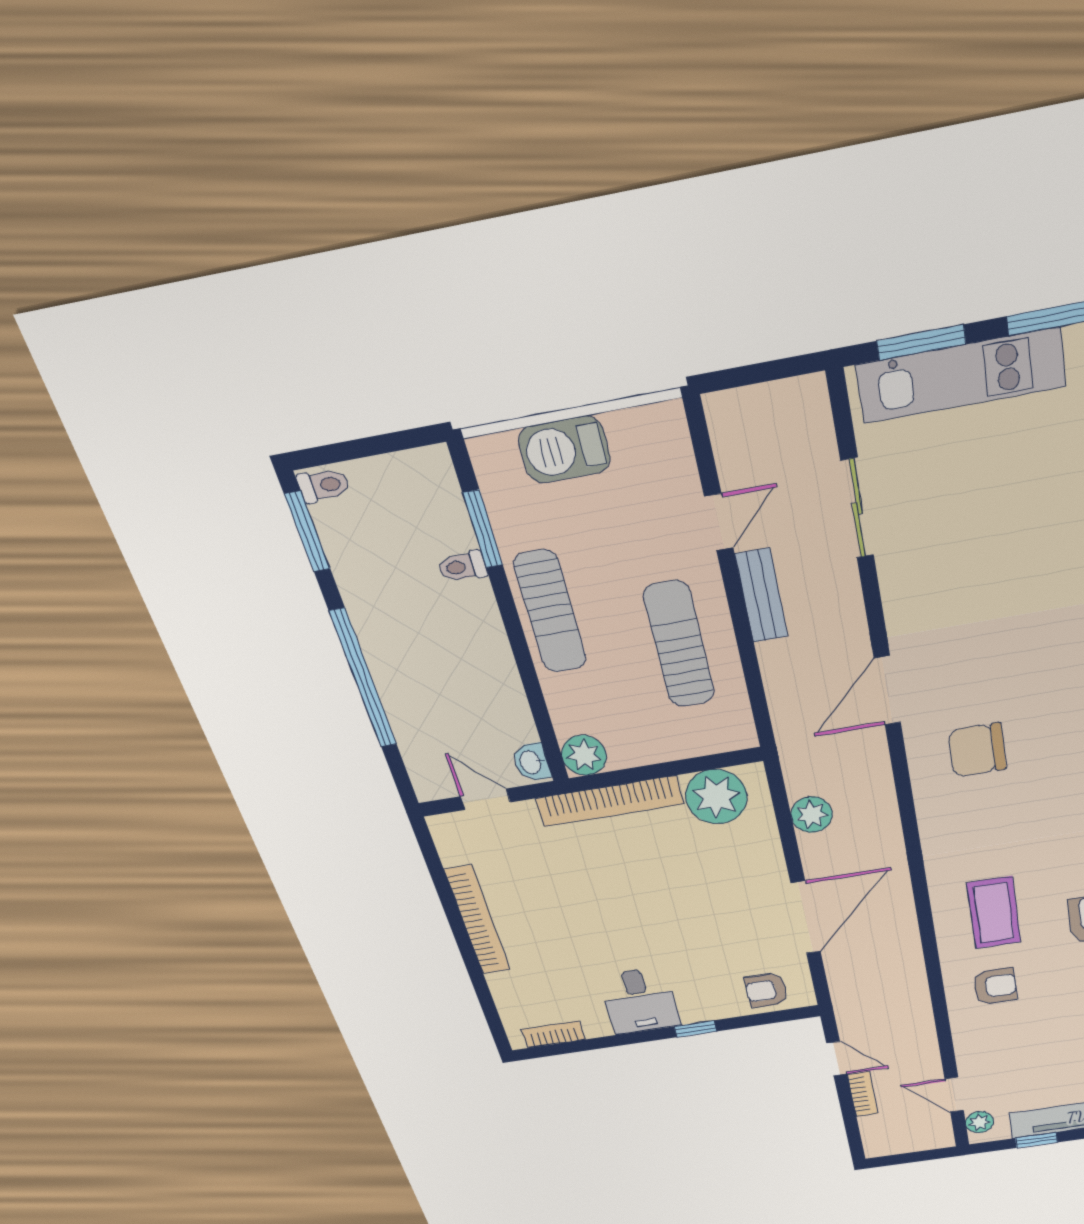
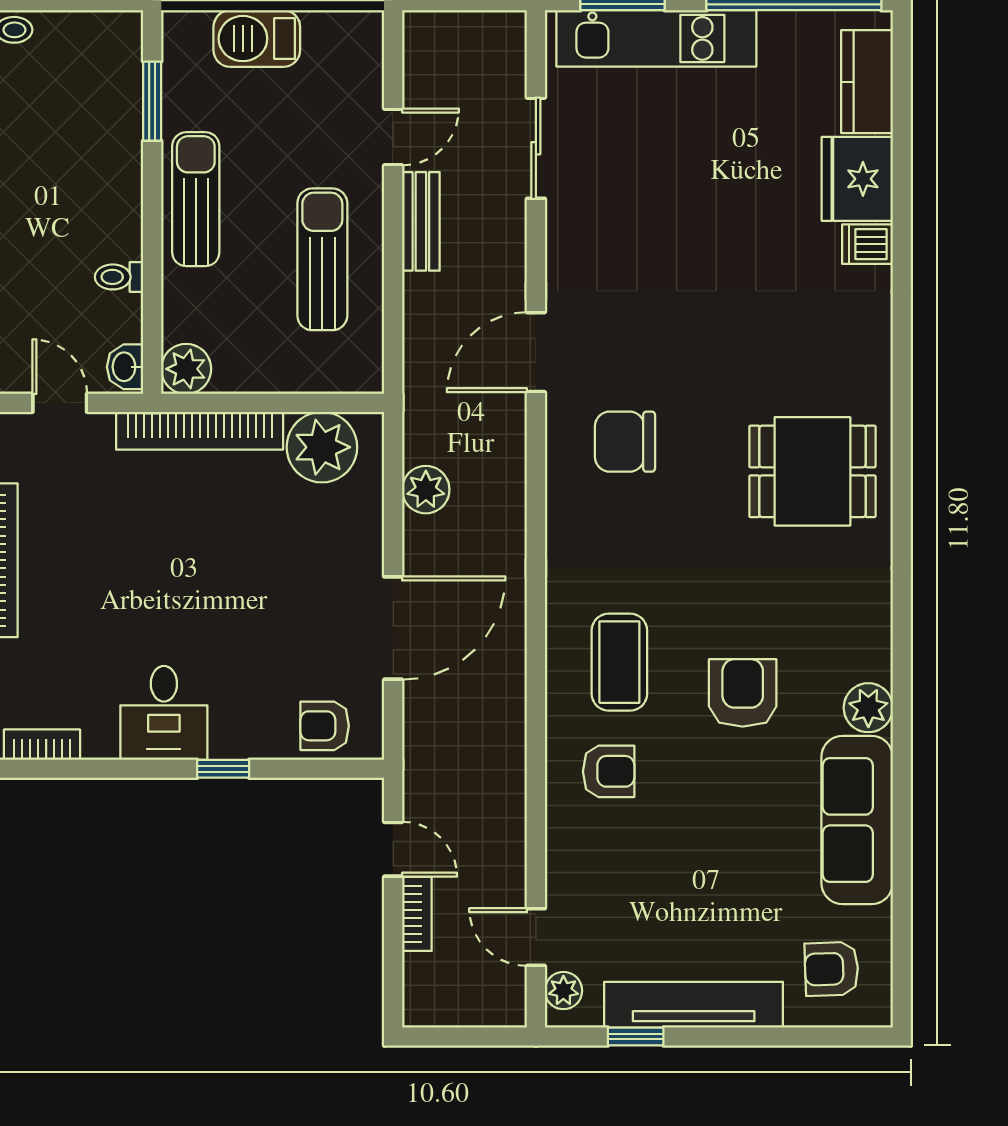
toilet: (462, 567) -> (119, 277), moved
sun lounger: (550, 612) -> (196, 199), turned 180

